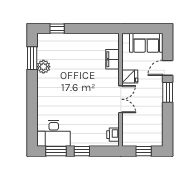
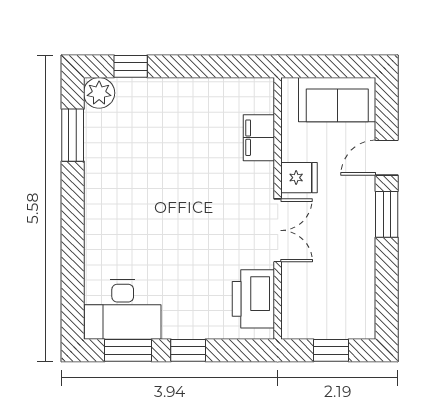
plant: (43, 67) -> (99, 93), moved
printer: (113, 135) -> (253, 299), width x1.87, depth x1.48

